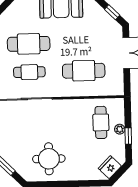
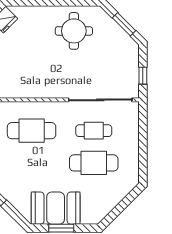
cafe table: (101, 122) -> (13, 71), removed

